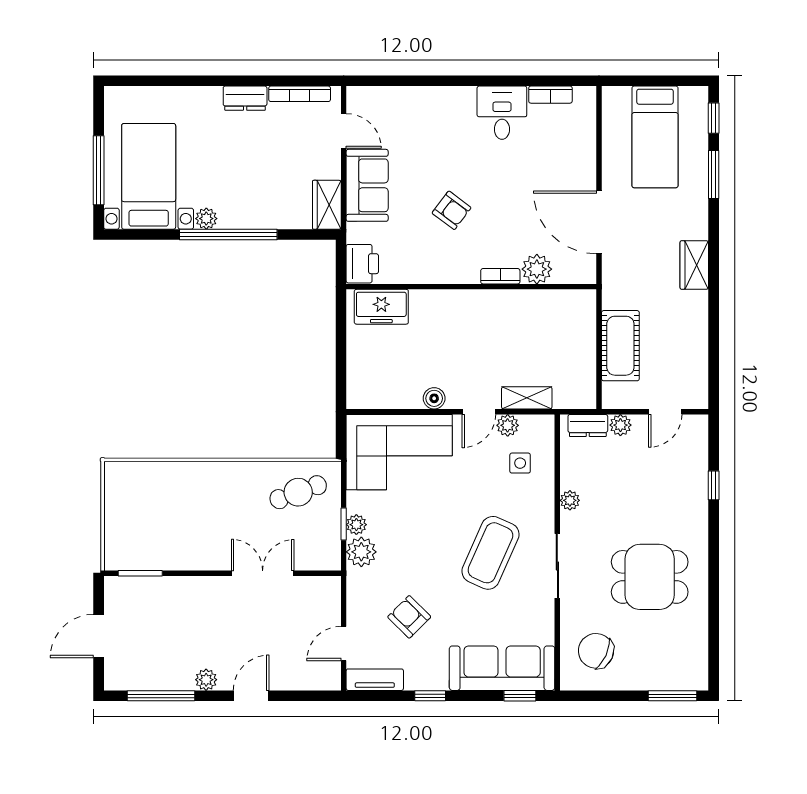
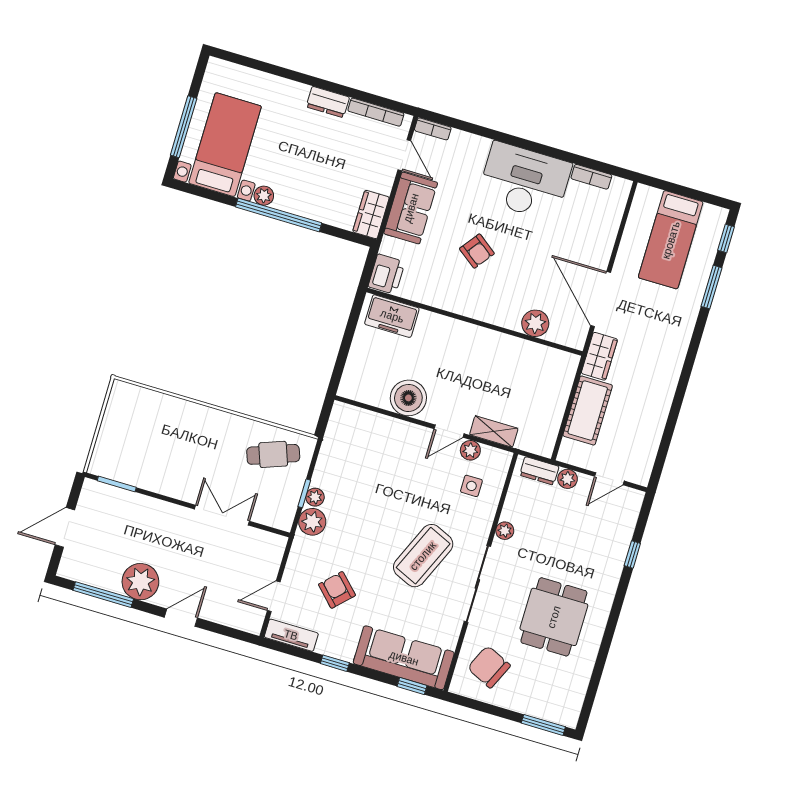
desk: (502, 113) -> (525, 181), width x1.87, depth x1.30
wardrobe: (694, 265) -> (599, 356), moved, turned 180
bookcase: (500, 276) -> (433, 129), moved, turned 180
boiler: (434, 398) -> (408, 398), width x1.86, depth x1.86
corner sofa: (399, 452) -> (370, 446), removed
sliding door: (557, 566) -> (477, 584), width x1.37
dining table: (650, 577) -> (554, 617), turned 90
plant: (206, 680) -> (140, 582), width x1.88, depth x1.88

